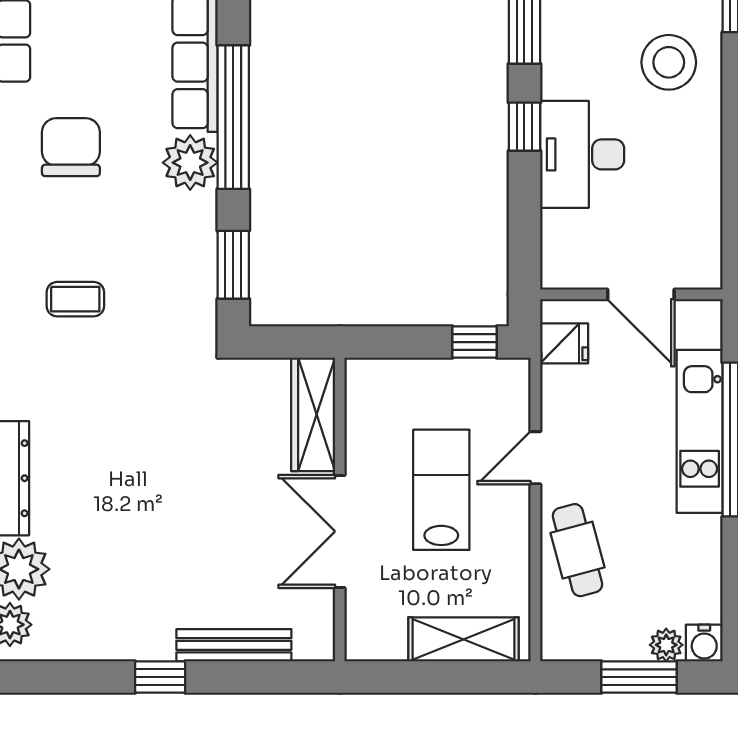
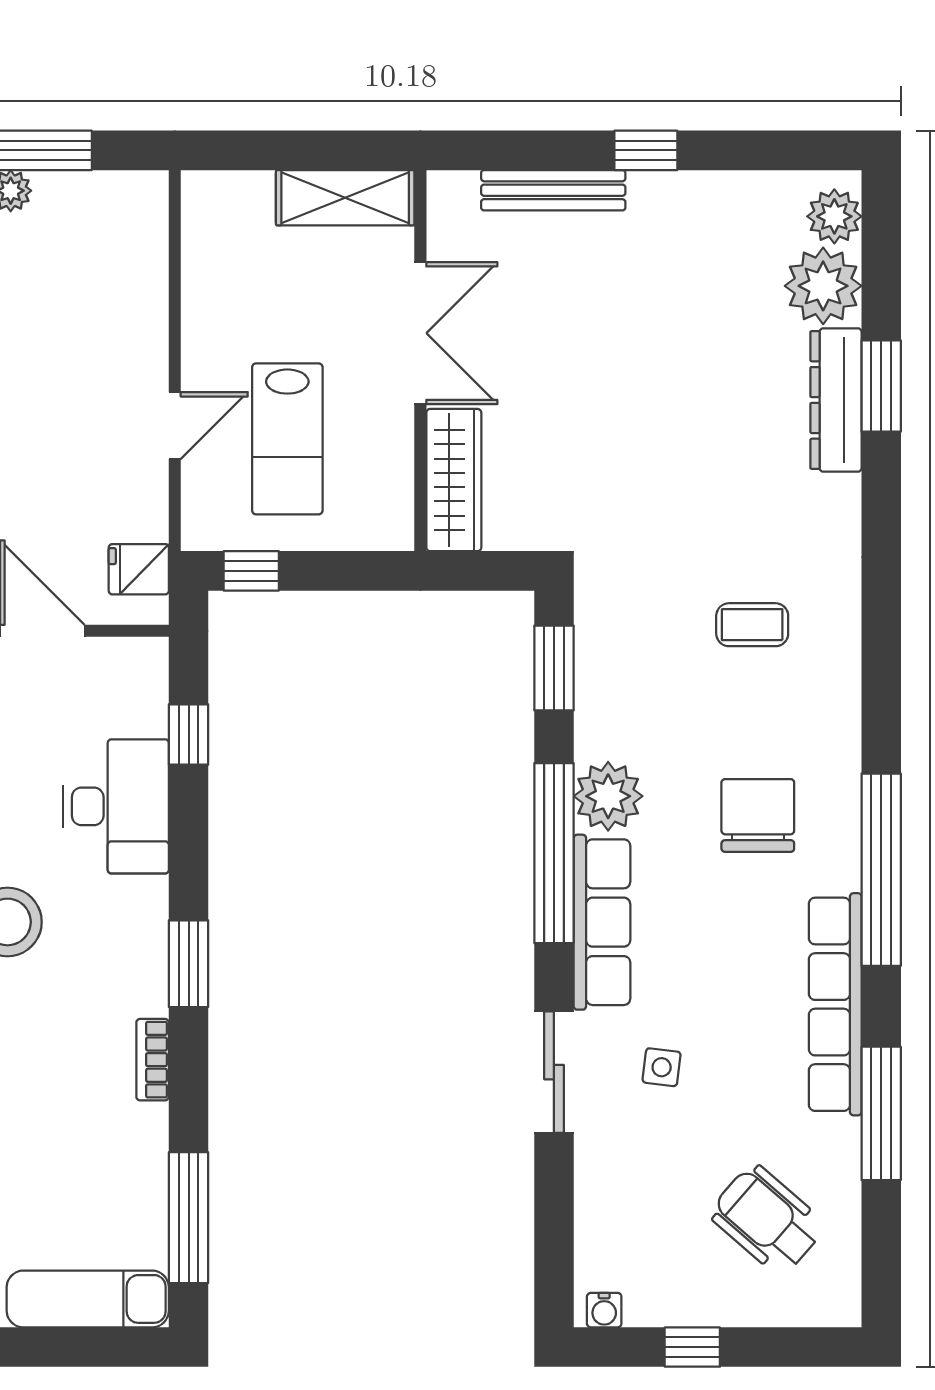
window: (524, 127) -> (189, 734), moved
chair: (71, 147) -> (758, 815), turned 180
lab bench: (441, 490) -> (287, 439), moved
cafe table: (577, 550) -> (122, 310), removed
shelving: (463, 639) -> (345, 198), moved

